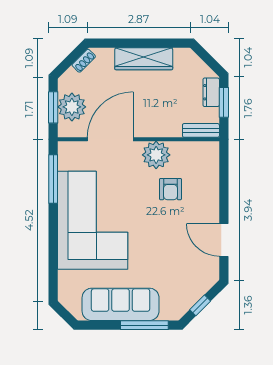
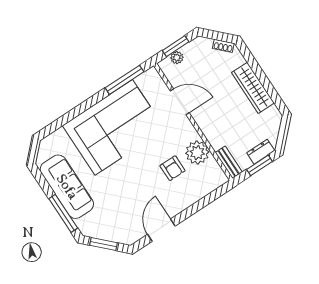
plant: (72, 107) -> (177, 58), width x0.53, depth x0.53
door: (110, 139) -> (180, 102), width x0.73
plant: (156, 155) -> (197, 153), moved
armchair: (171, 189) -> (172, 168), turned -90
window: (200, 305) -> (103, 244), width x1.50

